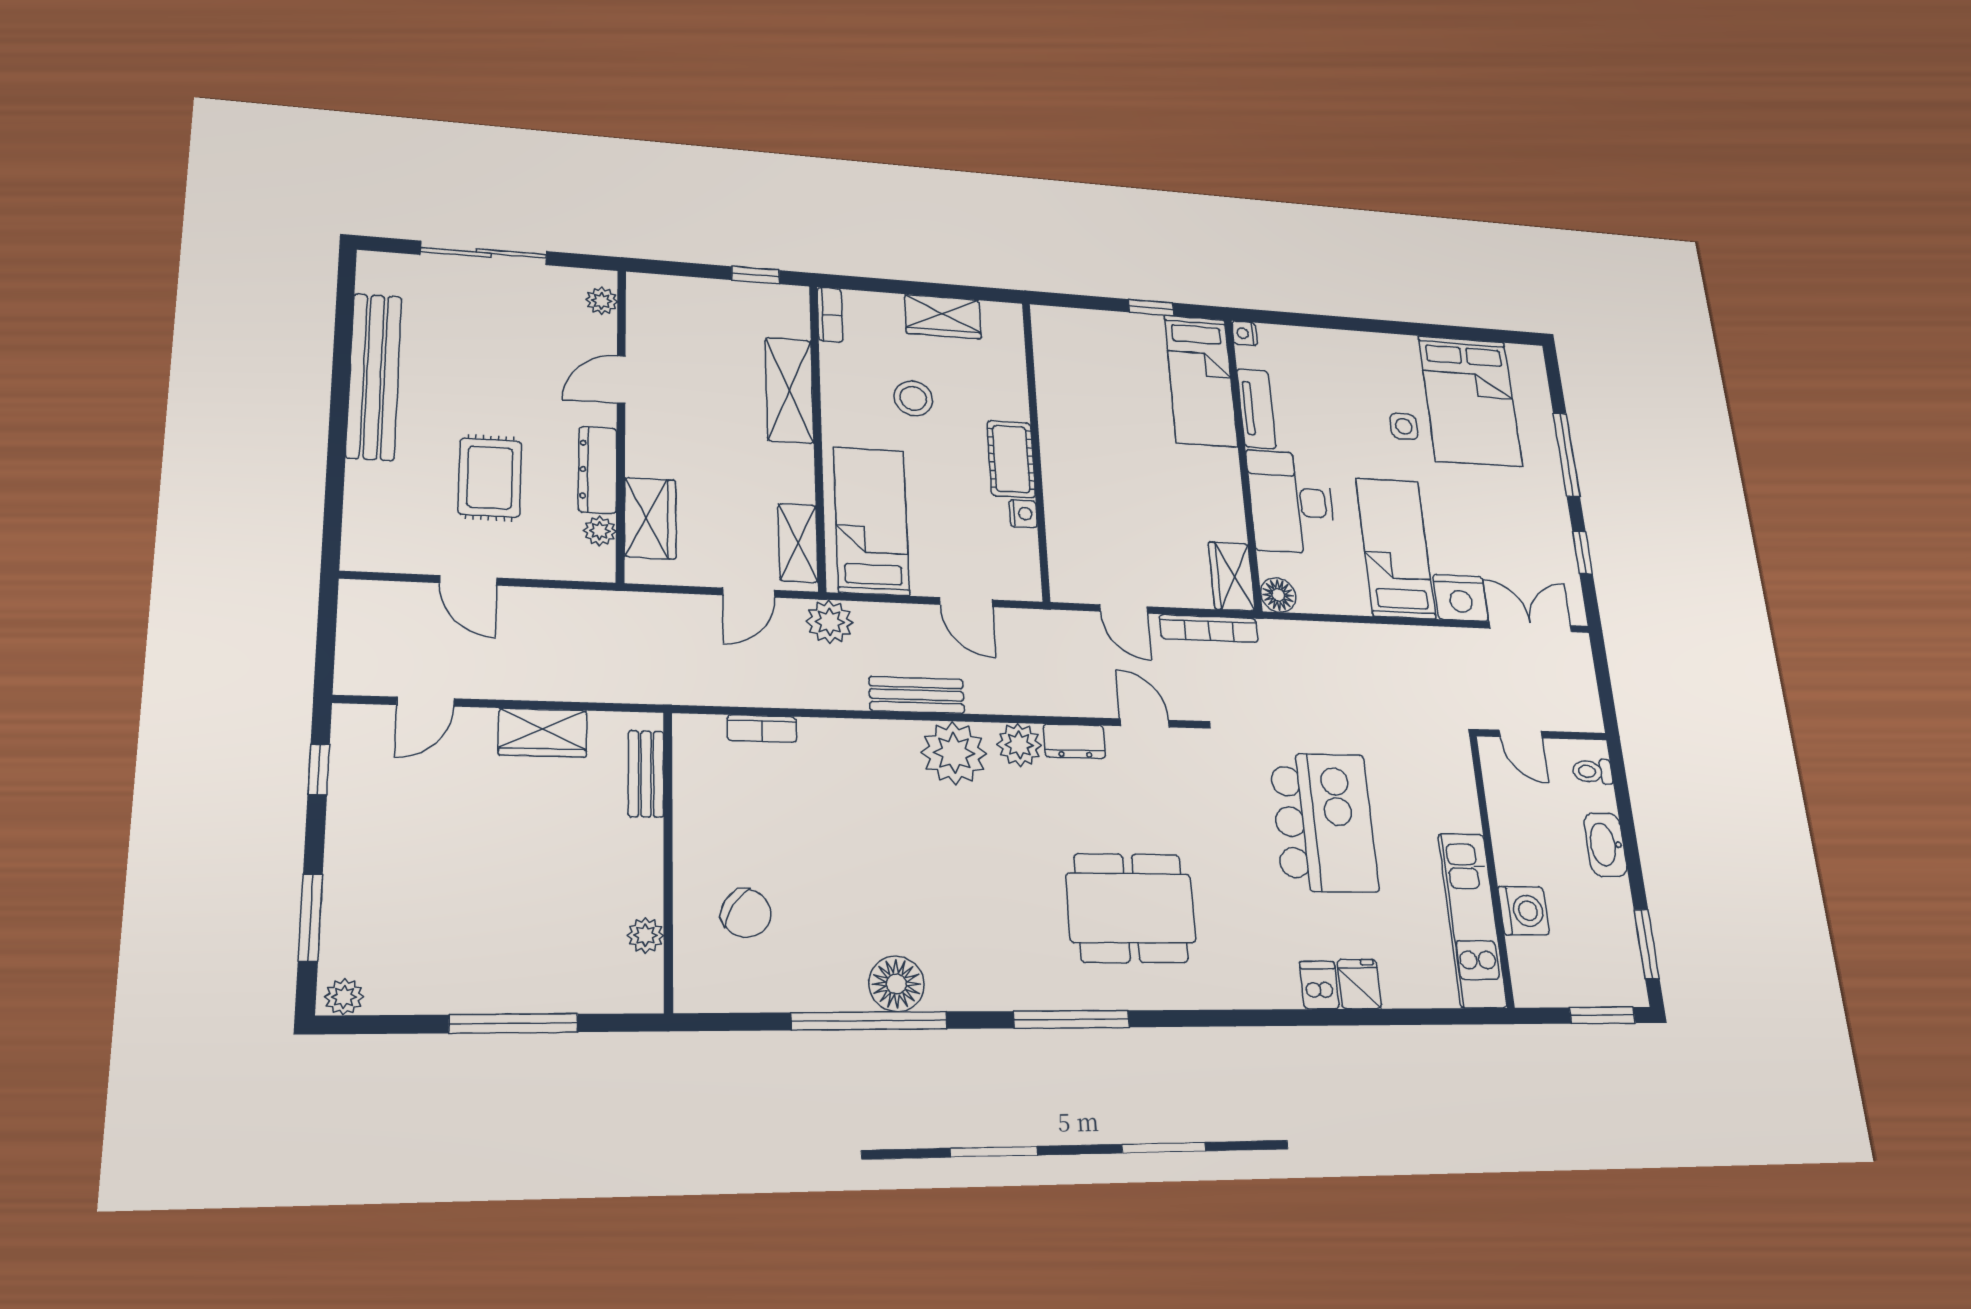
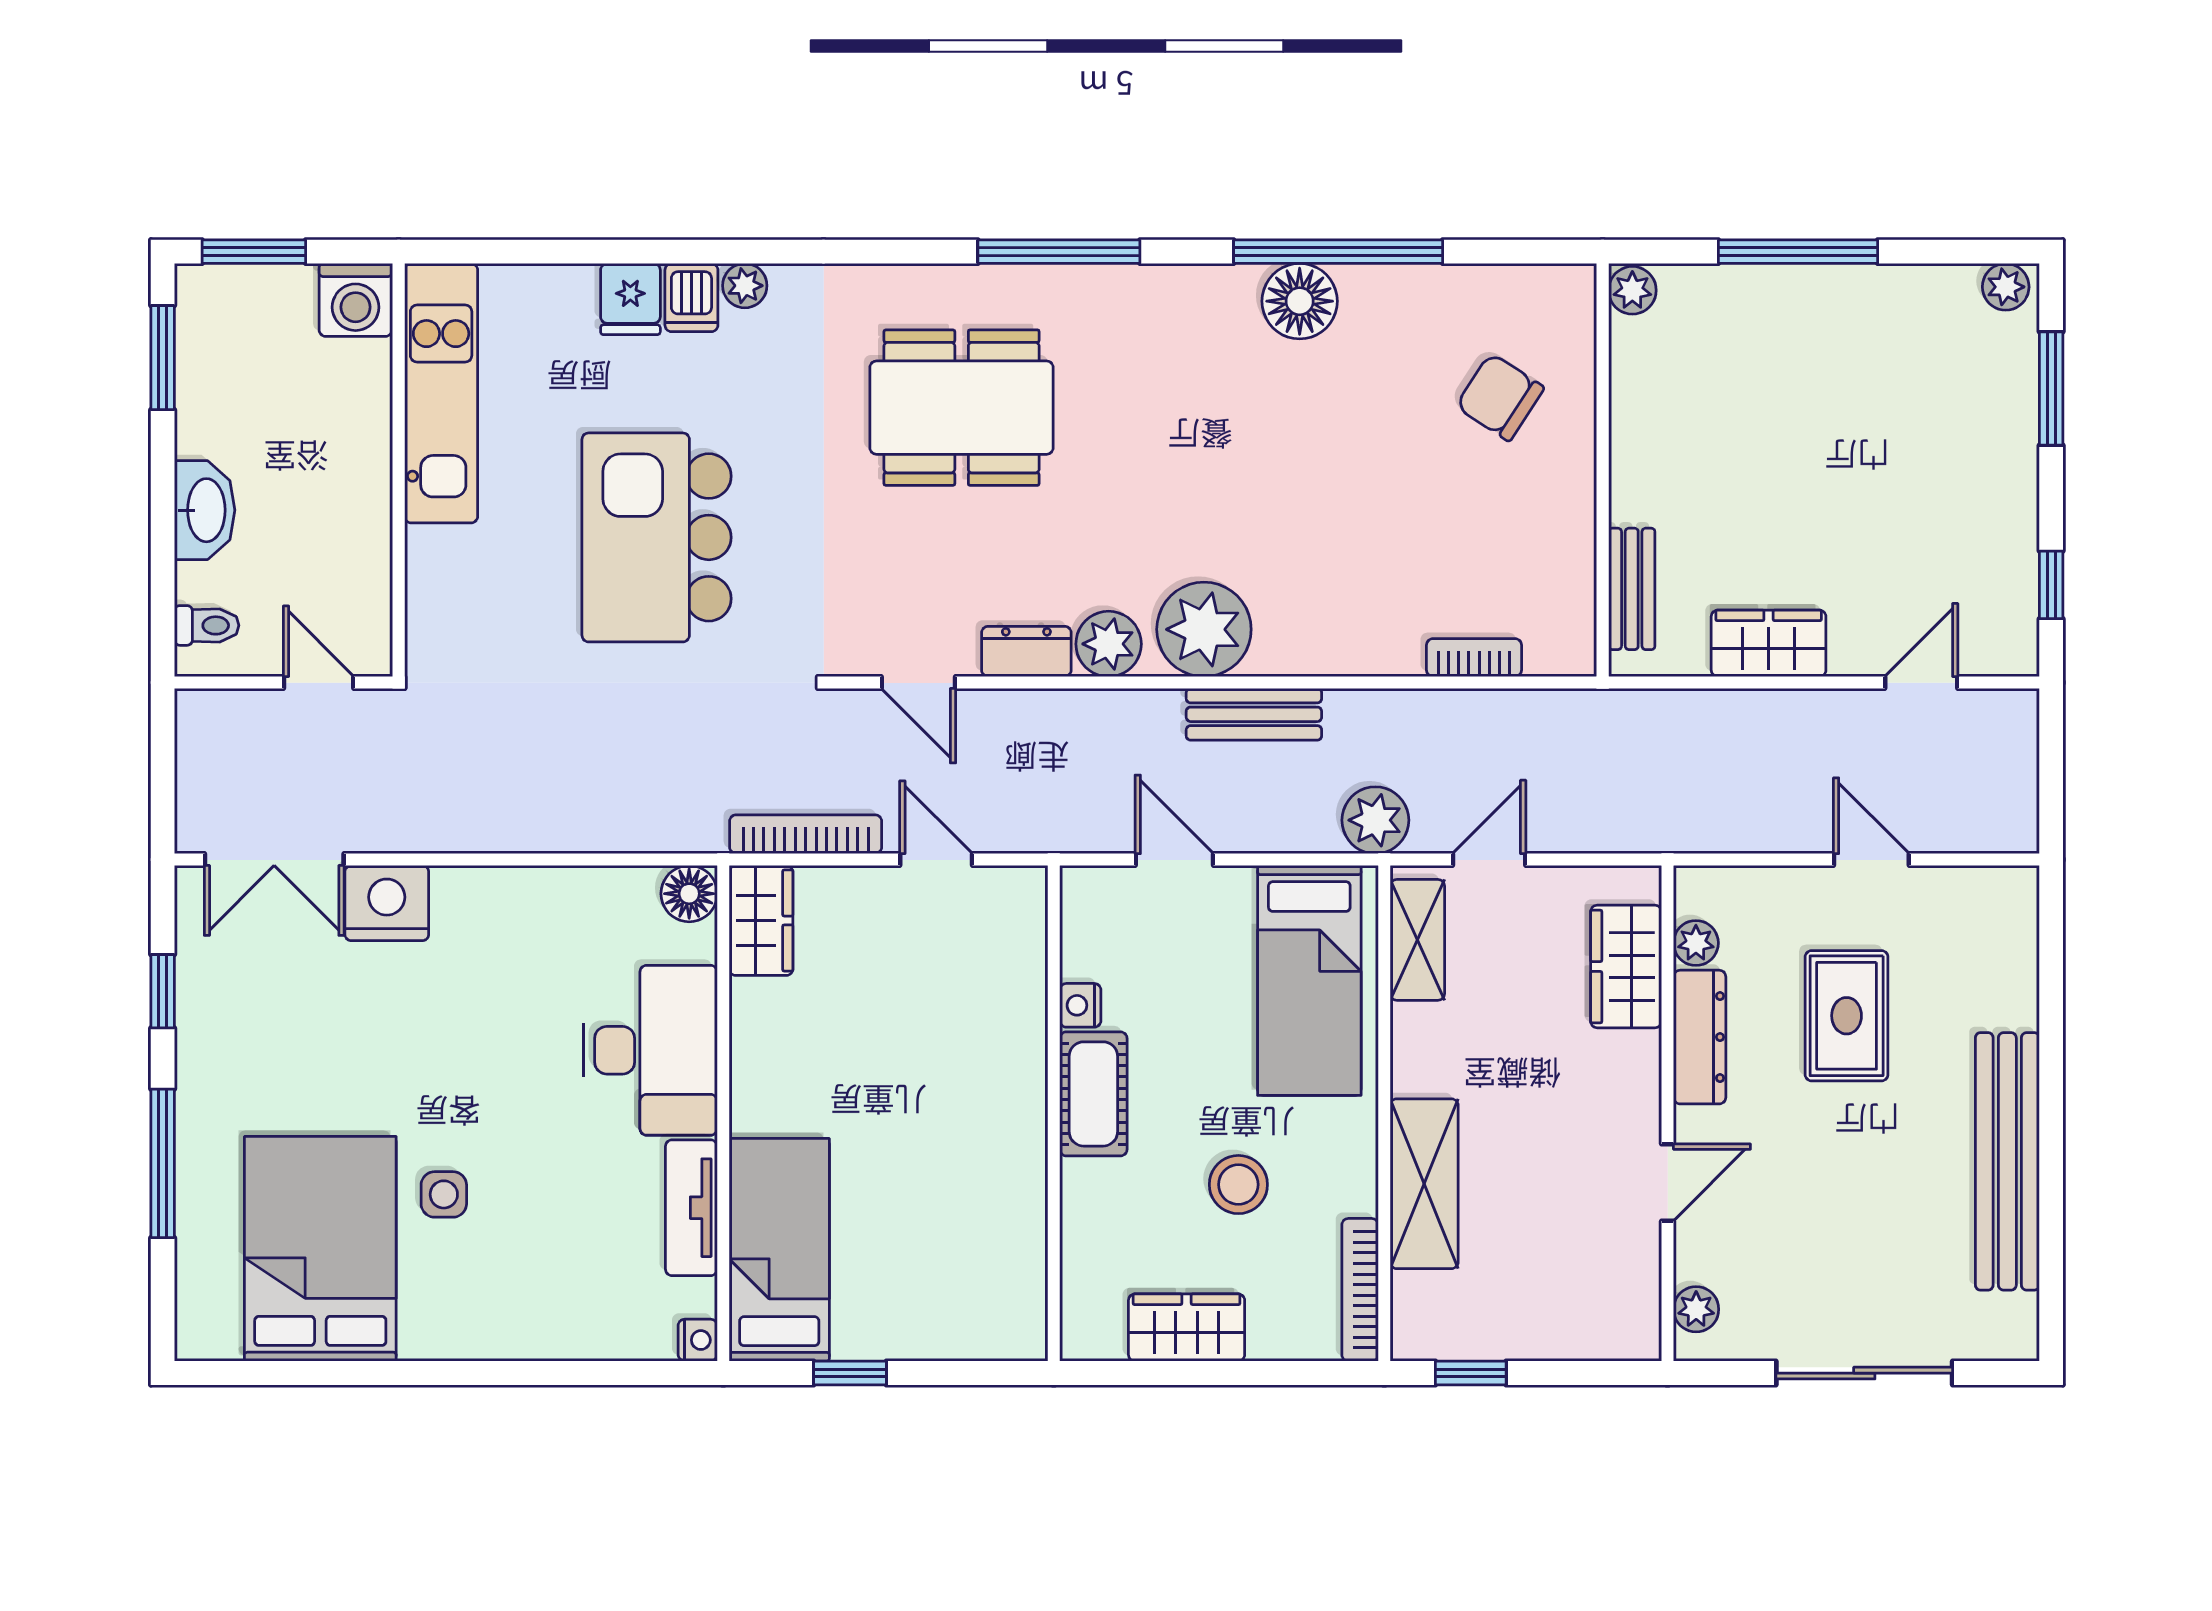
bookcase: (830, 315) -> (1360, 1290), width x1.56
bed: (1396, 548) -> (486, 982), removed
washing machine: (1524, 911) -> (356, 300), moved, turned -90
plant: (645, 935) -> (1632, 290), moved
plant: (1285, 994) -> (745, 286), added

